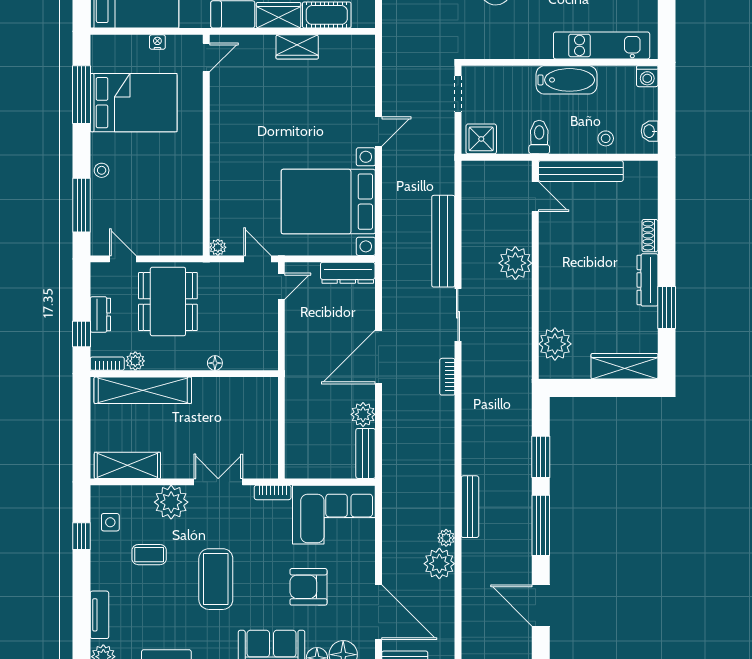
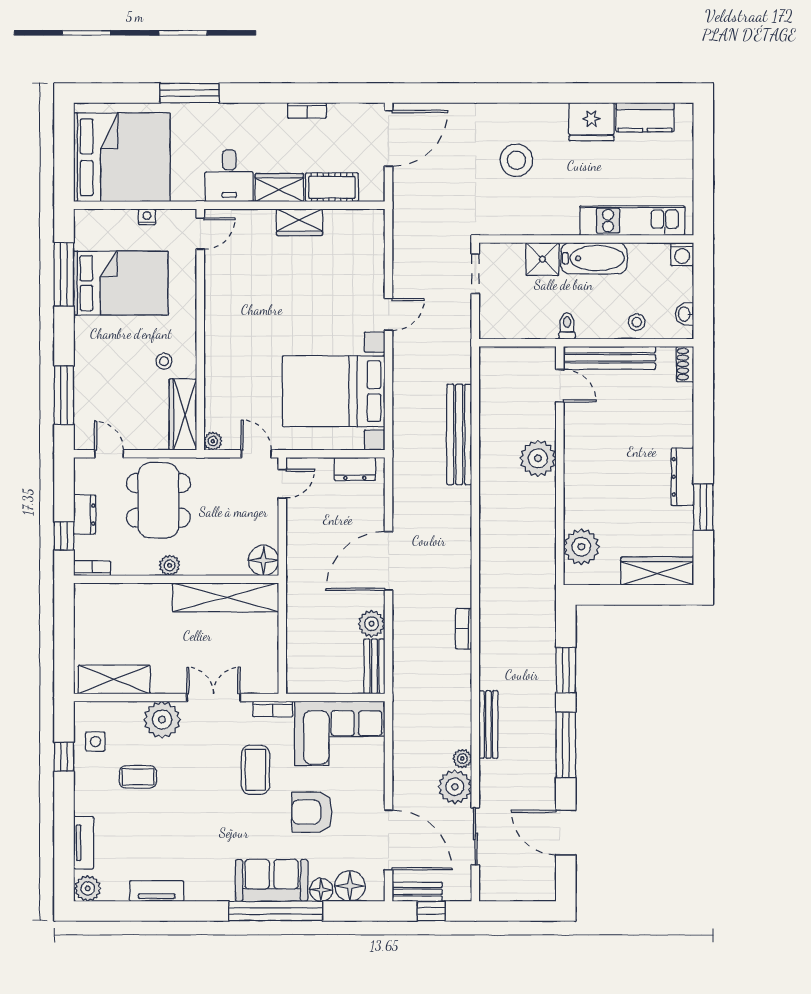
toilet: (539, 137) -> (567, 326), width x0.73, depth x0.72
shower: (481, 139) -> (542, 259), moved
stool: (102, 170) -> (164, 361), moved
wardrobe: (190, 223) -> (183, 415), added
shoe rack: (650, 236) -> (685, 364), moved
dresser: (348, 273) -> (355, 469), width x0.70
sliding door: (458, 315) -> (475, 836), moved
plant: (135, 361) -> (170, 565), moved
floor lamp: (215, 363) -> (263, 560), moved, width x1.89, depth x1.89
bookcase: (447, 377) -> (464, 629), moved
shelving: (143, 390) -> (226, 597), moved
coffee table: (216, 579) -> (255, 770), moved, width x0.73, depth x0.76

